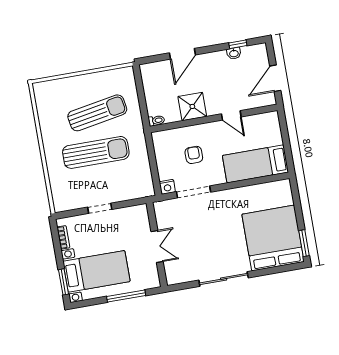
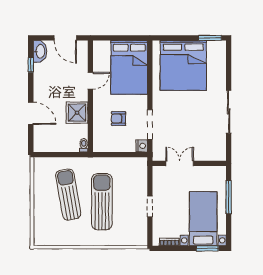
washbasin: (234, 53) -> (40, 51), moved, width x1.91, depth x1.45
bed: (255, 164) -> (129, 67), width x1.50
bed: (273, 238) -> (183, 65), moved, turned -90
double door: (157, 247) -> (180, 163), moved

